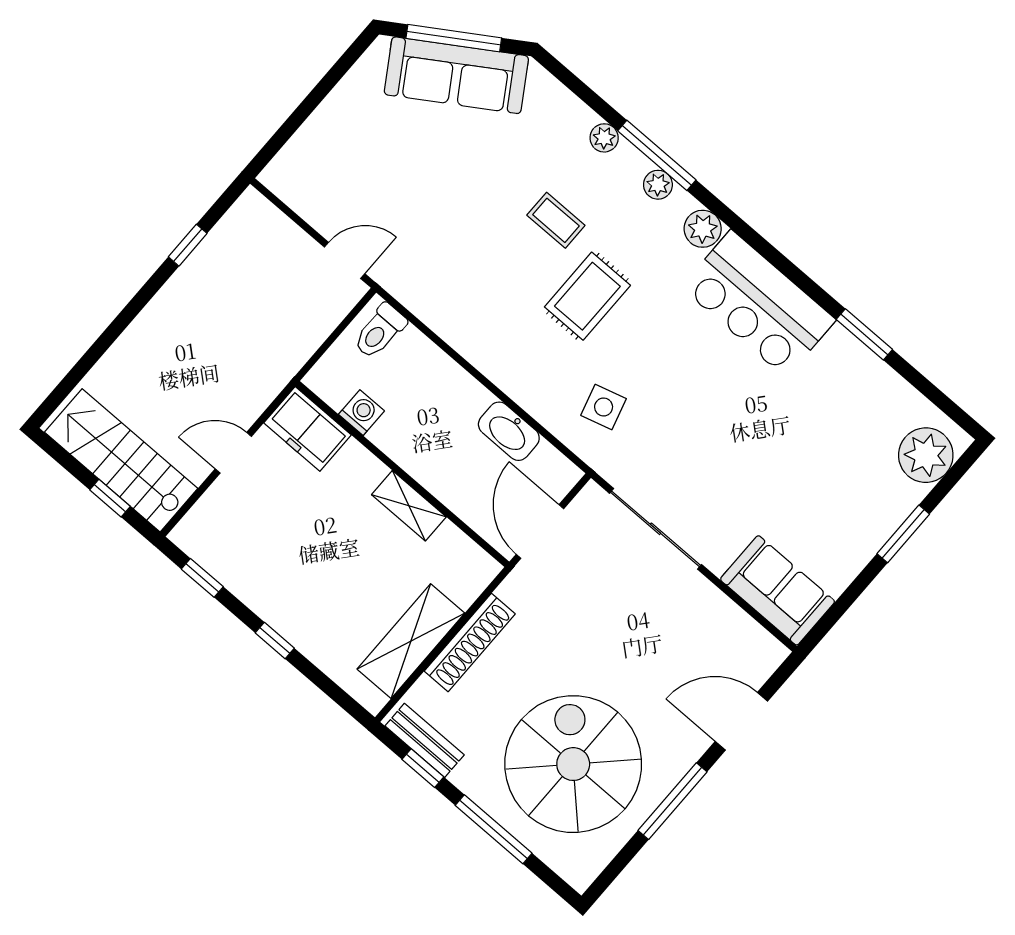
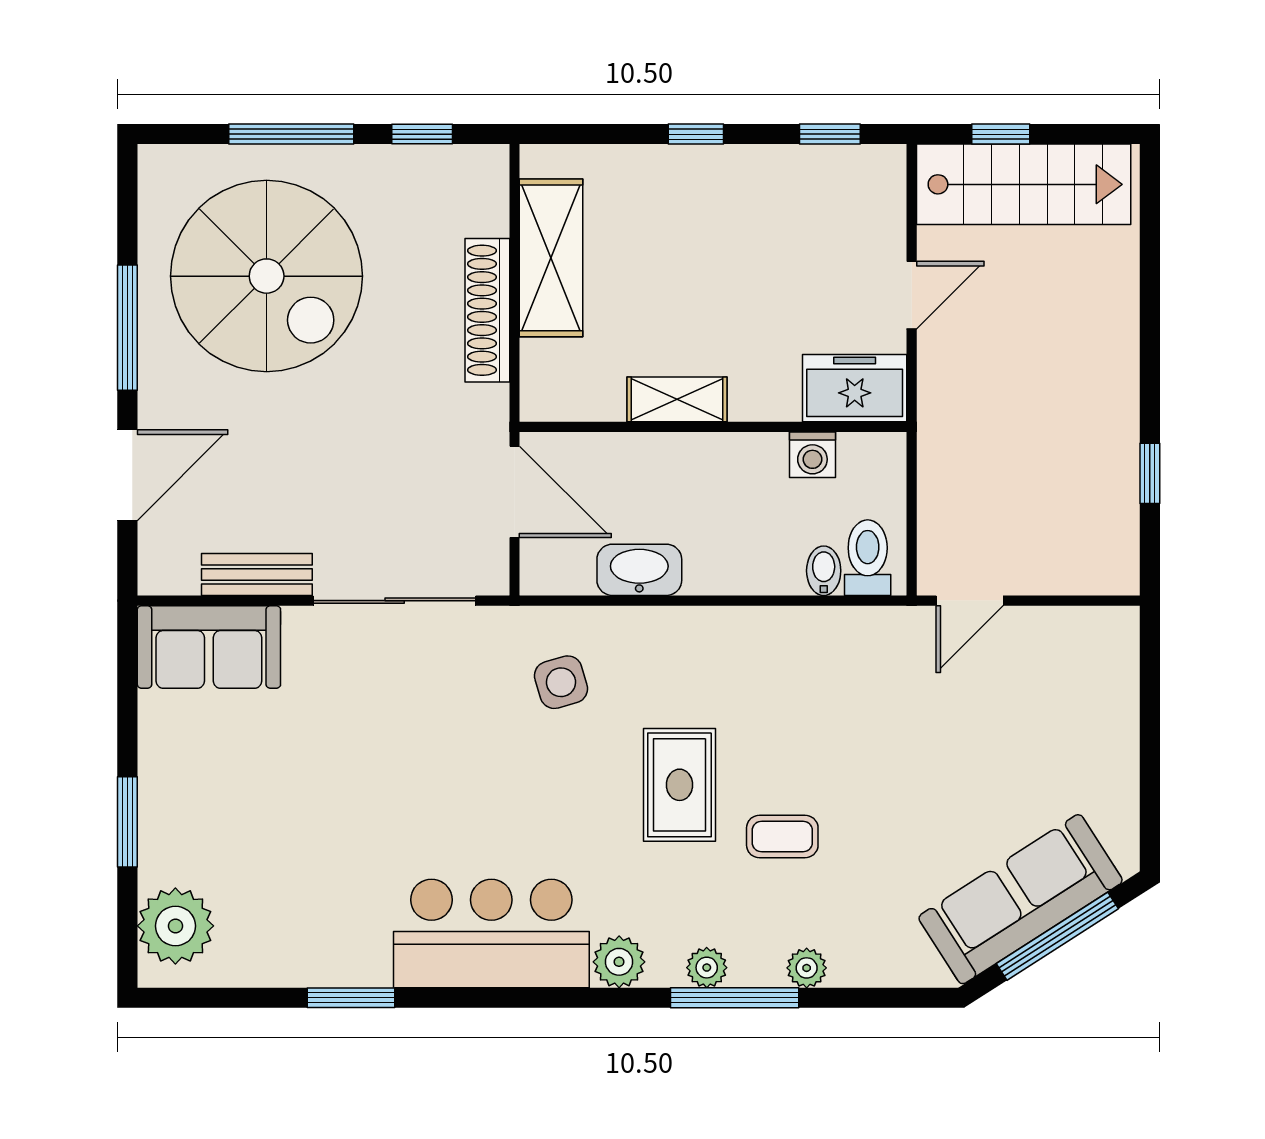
bidet: (410, 345) -> (824, 571), added
bench: (425, 740) -> (257, 575), moved

